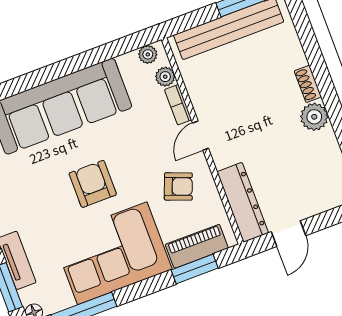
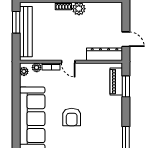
armchair: (93, 184) -> (72, 117), turned -90
armchair: (178, 186) -> (87, 80), removed
corner sofa: (112, 253) -> (105, 120), removed

